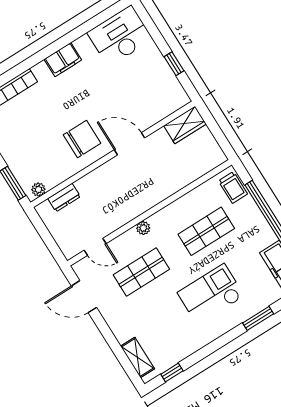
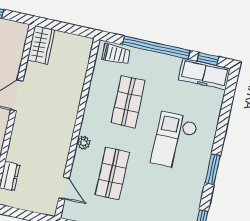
door: (95, 247) -> (64, 188), hinge flipped
window: (258, 318) -> (213, 169), moved

